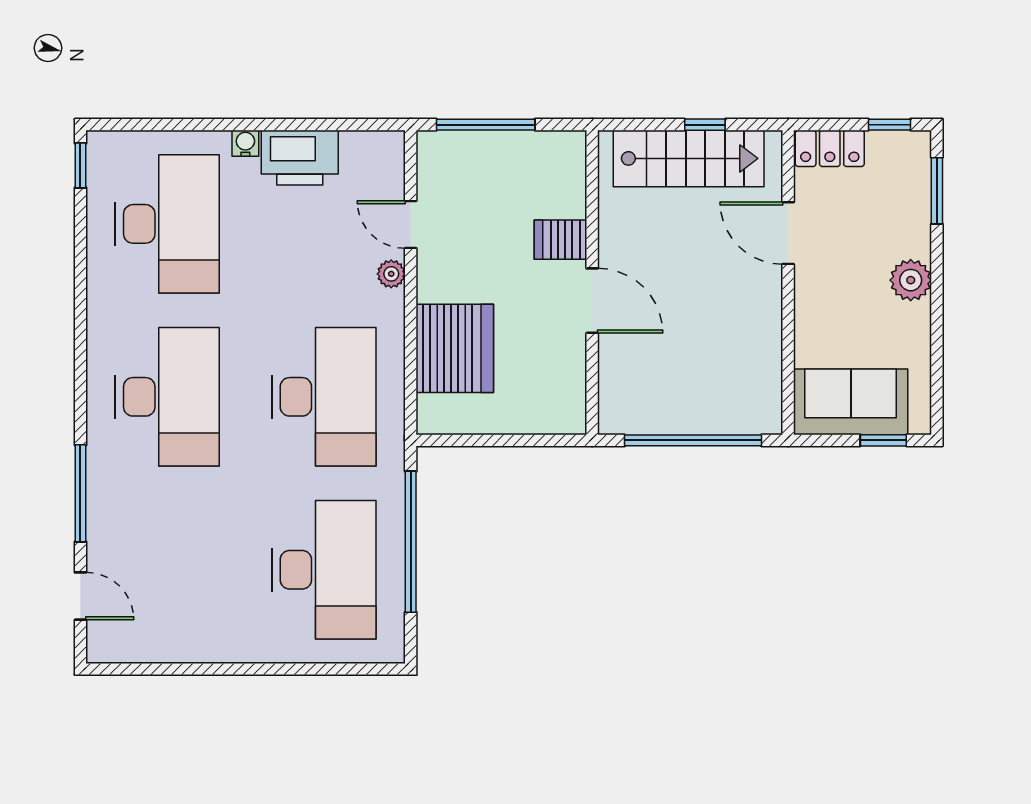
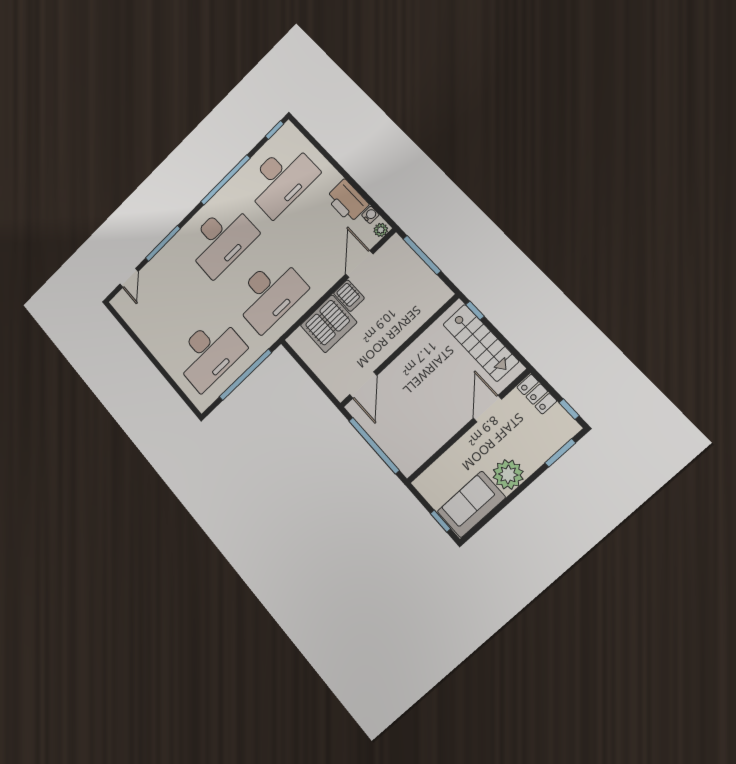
window: (705, 125) -> (475, 311), moved
water cooler: (245, 143) -> (370, 215), moved
door: (411, 225) -> (359, 264), width x1.38
server rack: (560, 240) -> (349, 296), moved, turned 180
plant: (391, 274) -> (381, 230), moved
plant: (911, 280) -> (508, 475), width x1.36, depth x1.36
door: (592, 301) -> (363, 385), moved
window: (80, 308) -> (225, 180), added
sofa: (851, 402) -> (471, 504), moved, turned -90

